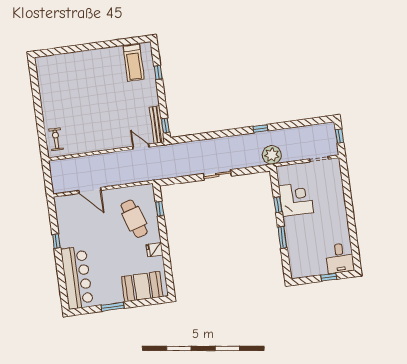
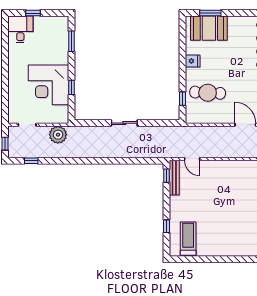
window: (260, 129) -> (31, 161), moved
plant: (272, 155) -> (58, 135), moved
corner desk: (296, 199) -> (48, 85), width x1.36, depth x1.36
cafe table: (134, 219) -> (208, 93), turned -69
window: (282, 237) -> (71, 41), moved
window: (113, 307) -> (210, 13), moved

